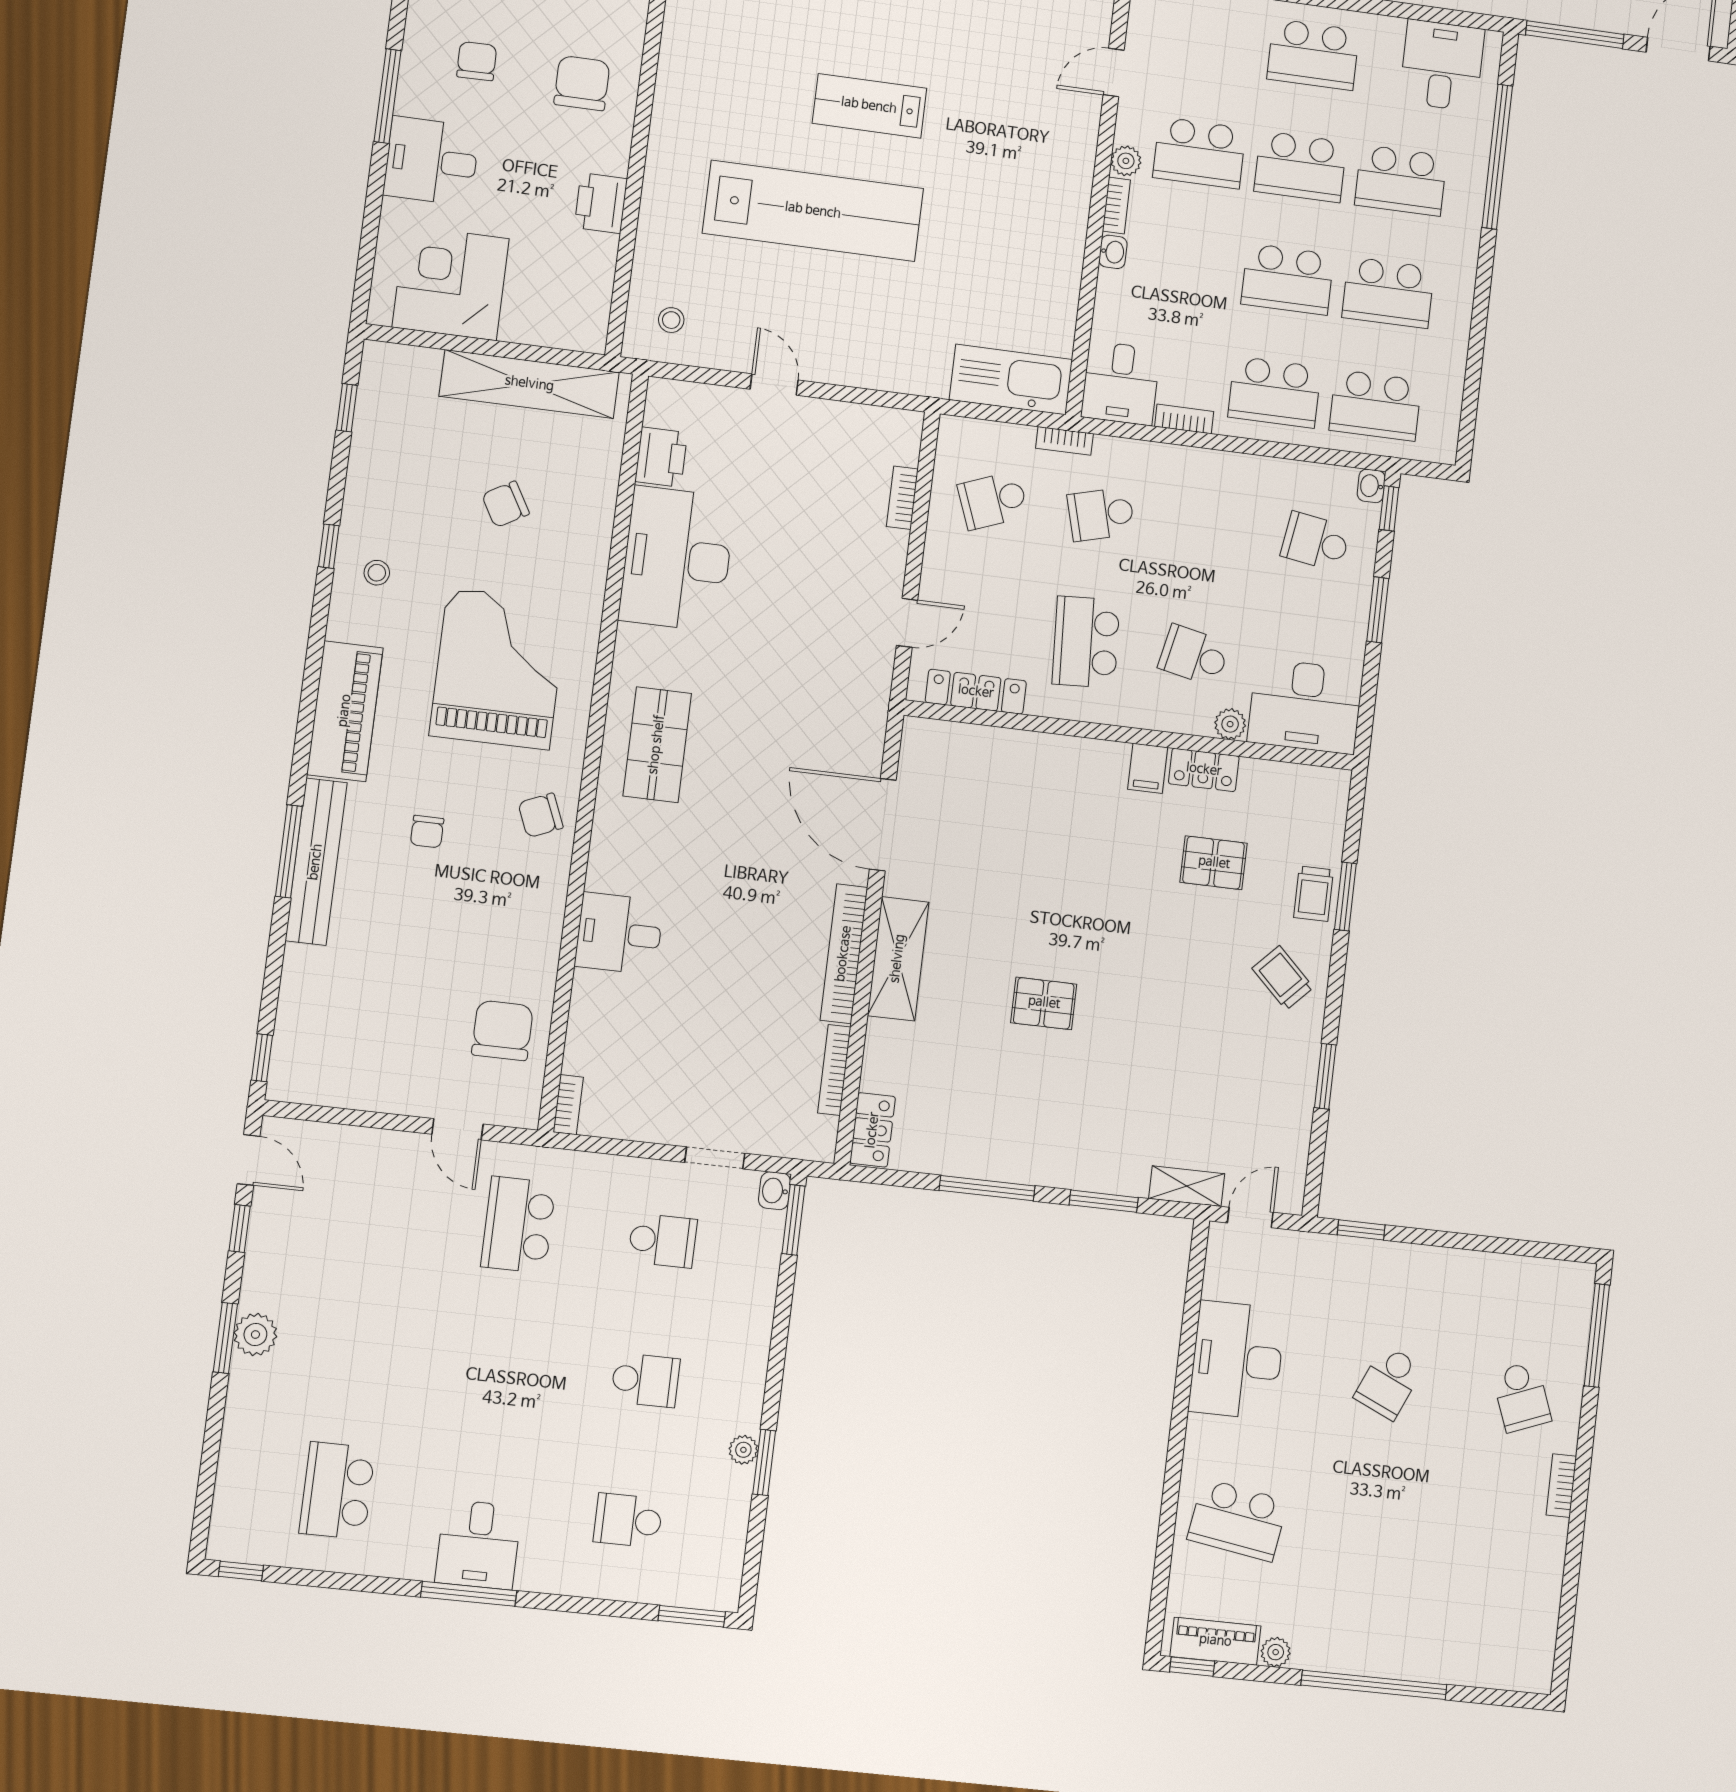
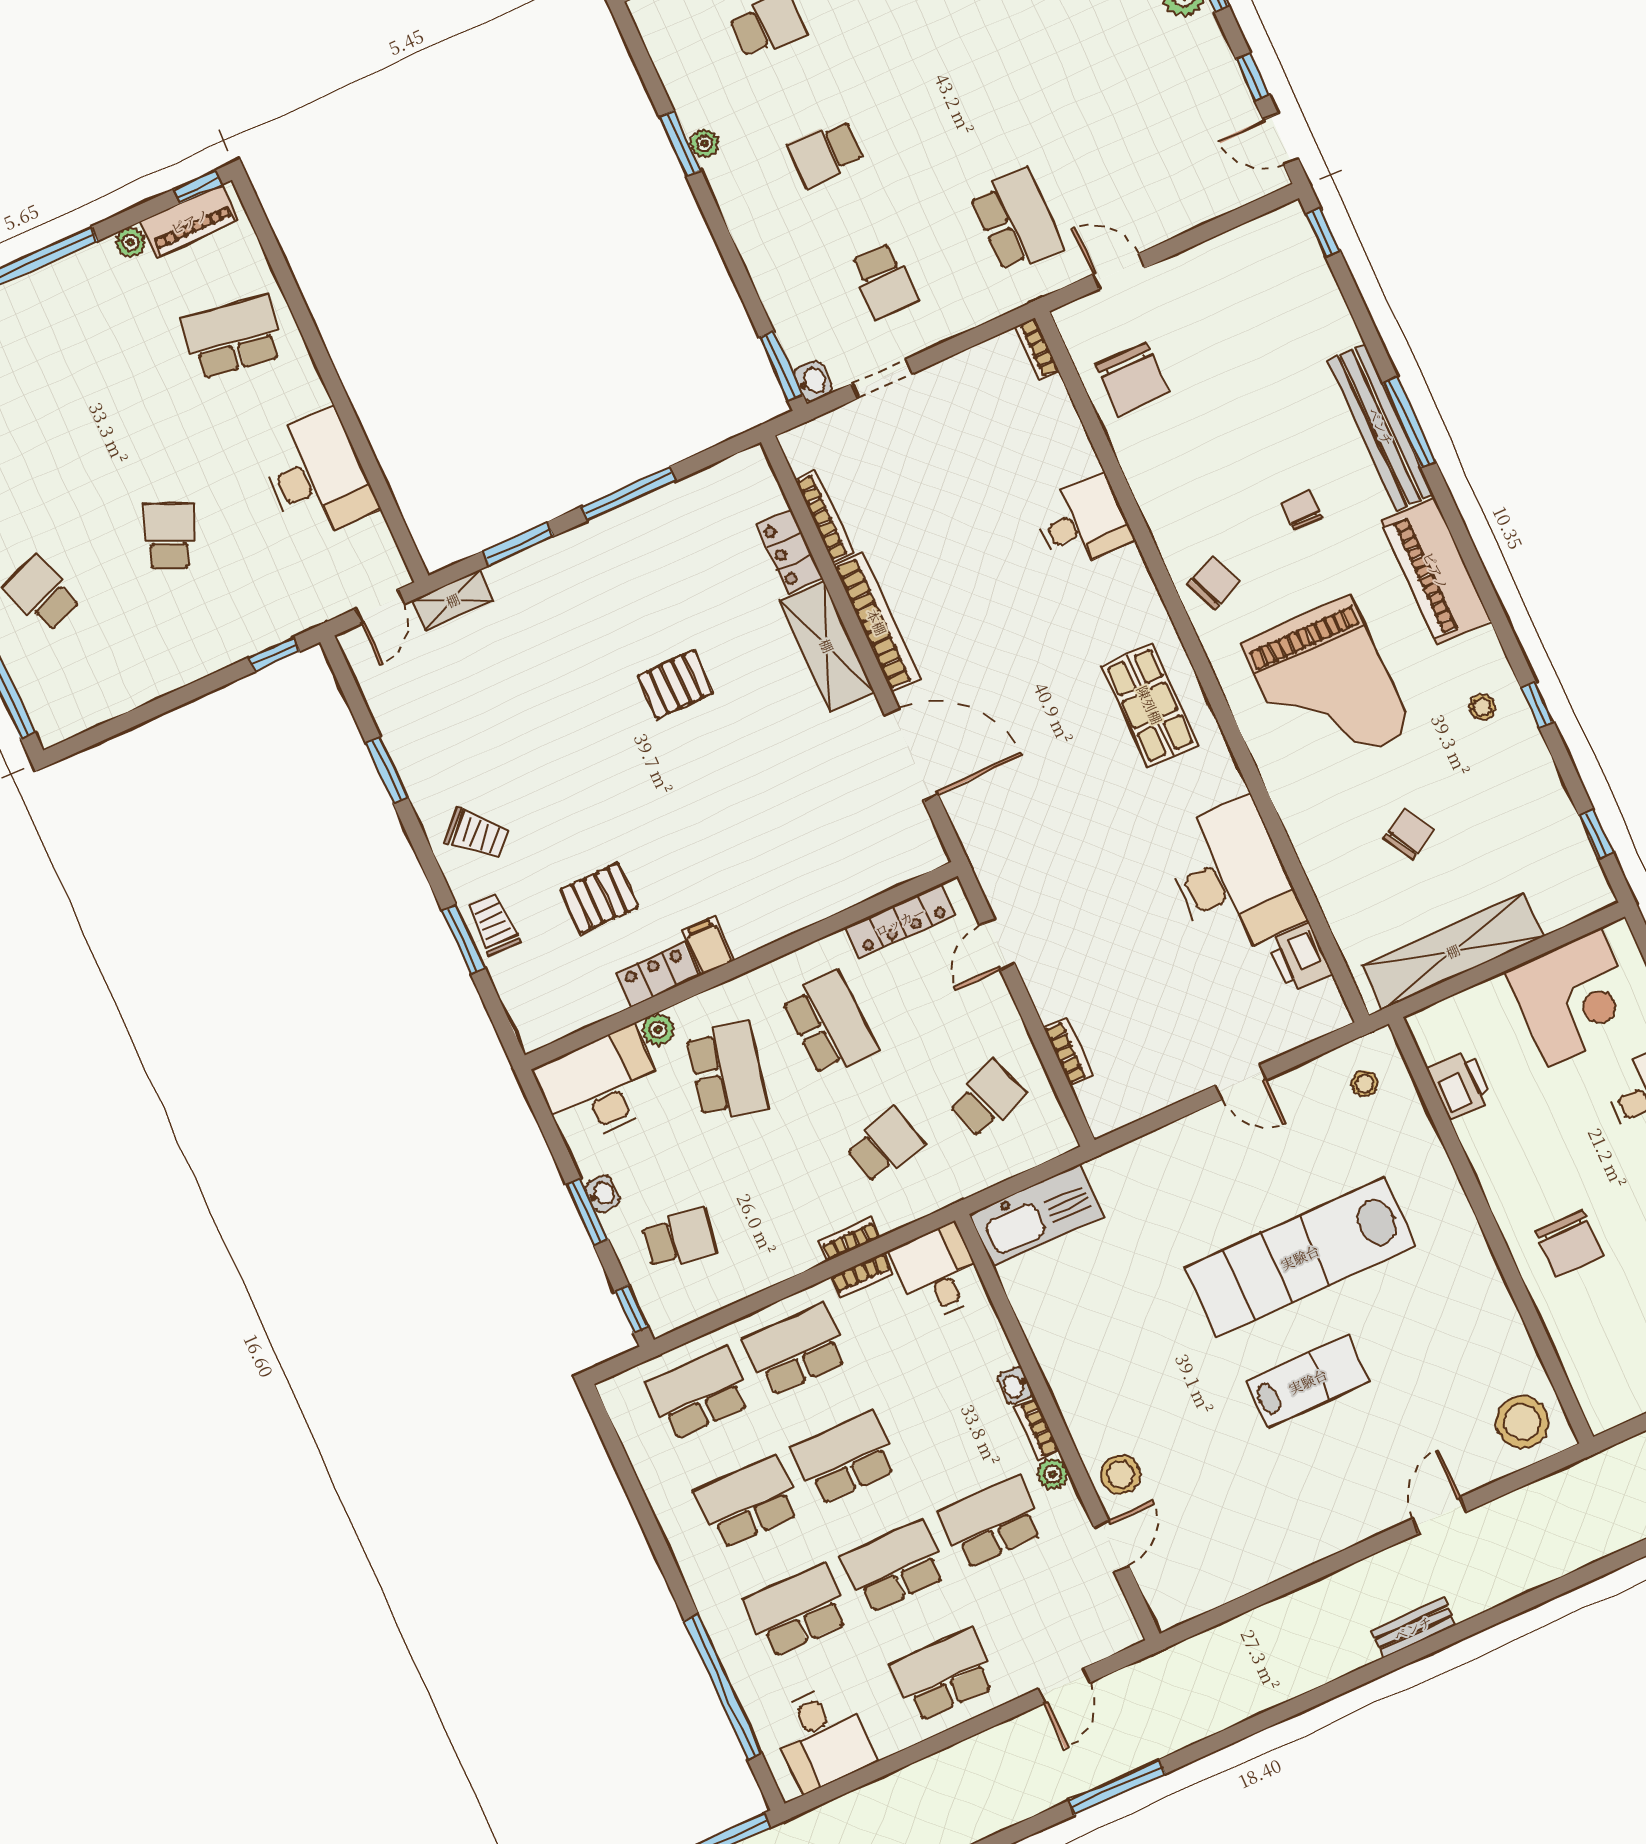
stool: (1070, 126) -> (1121, 1474), added
printer: (601, 203) -> (1460, 1085), moved
bookcase: (1064, 441) -> (849, 1239), moved
washbasin: (1371, 486) -> (602, 1194), moved
school desk: (1194, 655) -> (727, 1071), width x1.85
locker: (873, 1130) -> (789, 551), moved
school desk: (663, 1240) -> (884, 281), turned -90

